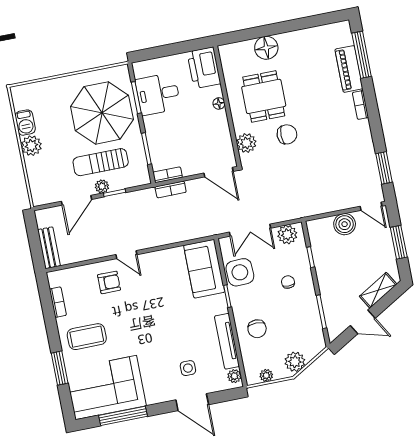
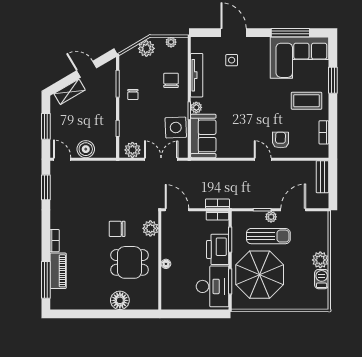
printer: (204, 68) -> (218, 249), moved, turned 180
desk: (158, 94) -> (213, 286), width x1.37
dining table: (264, 96) -> (130, 262), turned 90
armchair: (109, 282) -> (280, 140), turned 91
chair: (288, 282) -> (133, 95), moved
plant: (234, 376) -> (196, 107), moved

